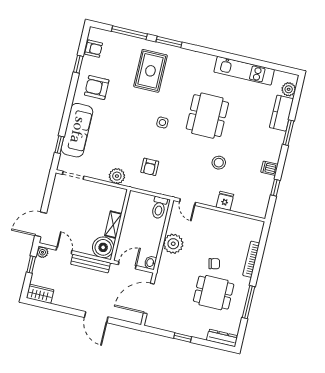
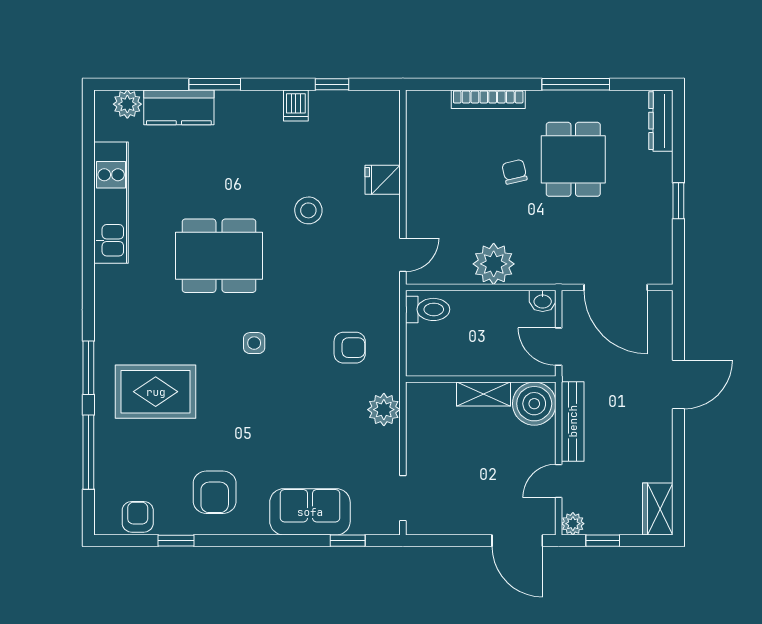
sofa: (77, 130) -> (310, 512), width x0.73

